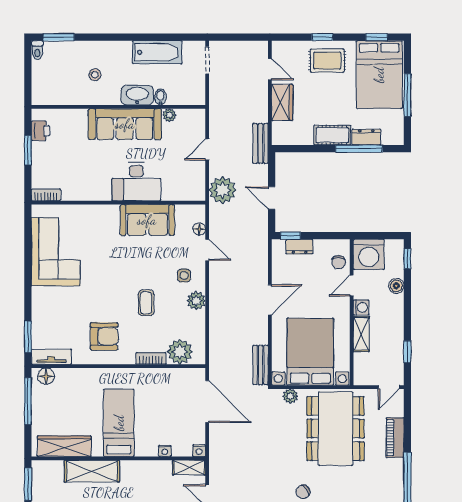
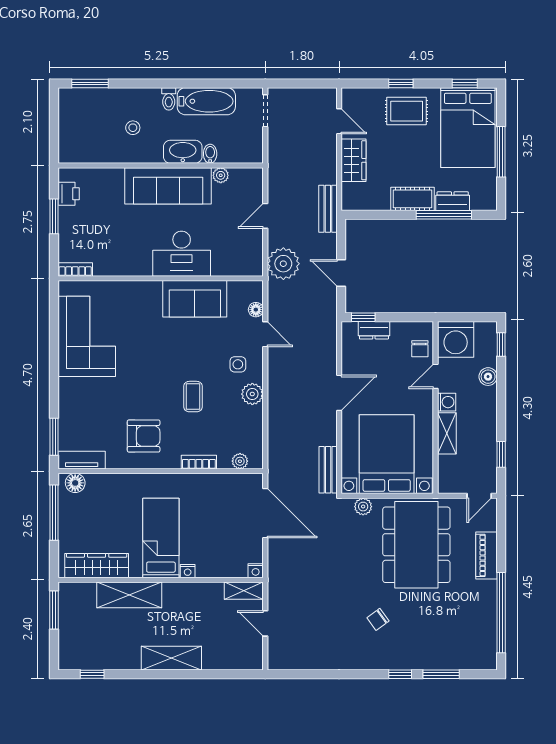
toilet: (37, 50) -> (169, 99), moved
plant: (180, 352) -> (240, 461), width x0.53, depth x0.53
nightstand: (165, 451) -> (188, 571), moved

